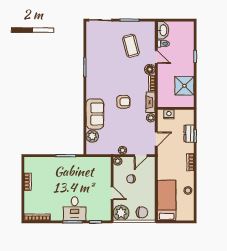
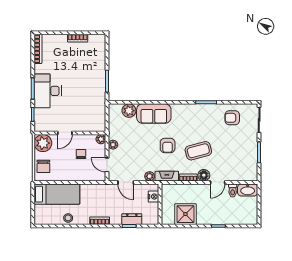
armchair: (99, 44) -> (232, 118), added
coffee table: (131, 46) -> (198, 151), moved
desk: (75, 209) -> (48, 91), width x1.37

